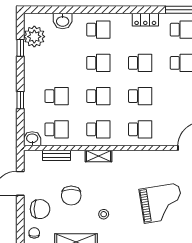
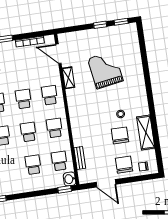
window: (20, 100) -> (65, 189), moved
shelving: (98, 156) -> (68, 78), moved
chair: (71, 196) -> (120, 135), moved, turned -90

